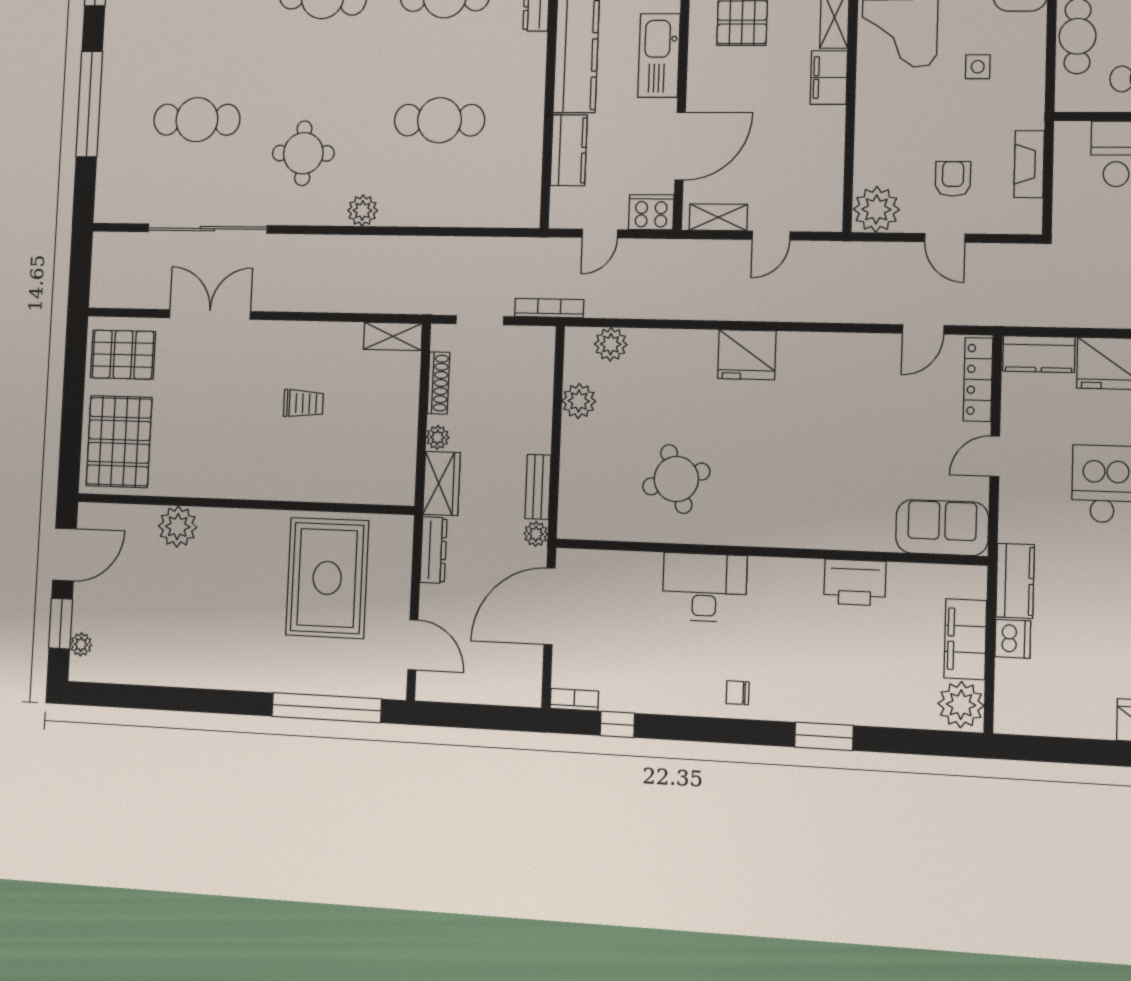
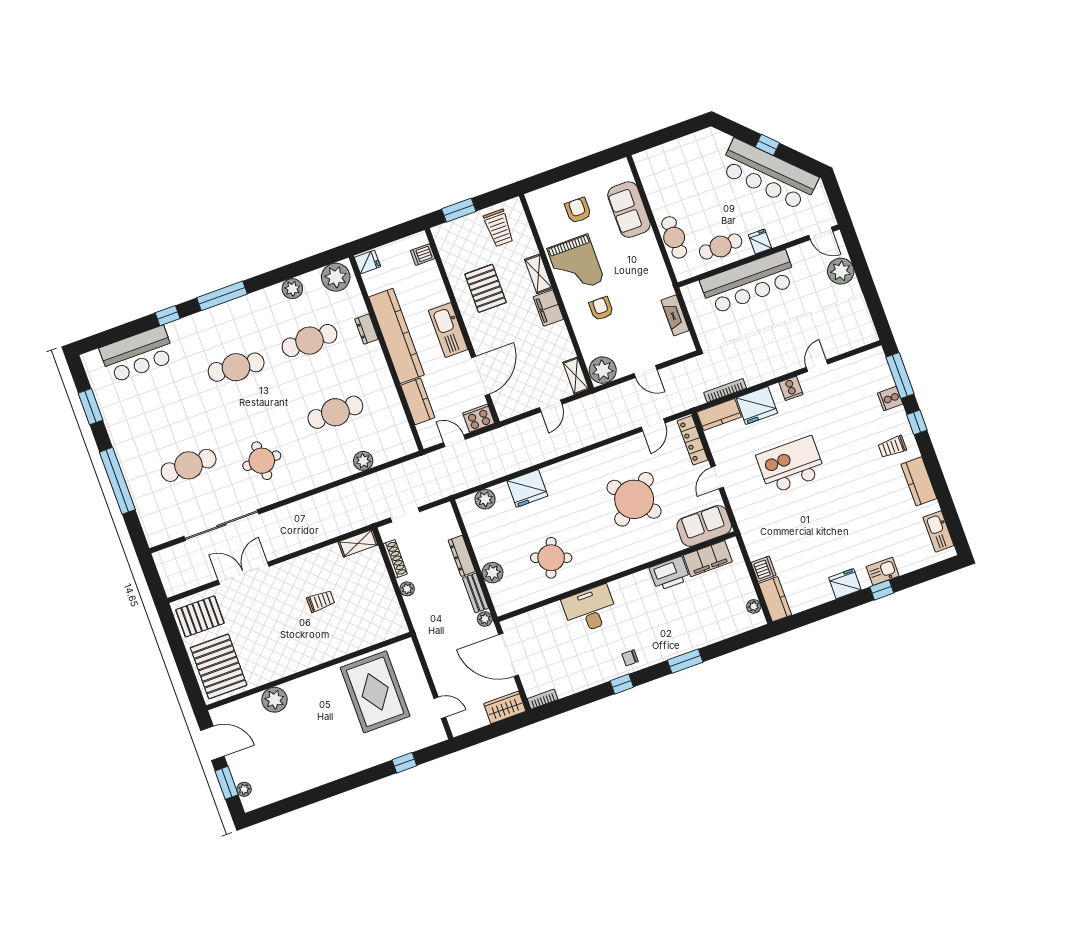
side table: (978, 67) -> (627, 273), removed
armchair: (953, 179) -> (601, 309), moved
plant: (363, 210) -> (363, 461), moved
shelving: (718, 217) -> (576, 376), moved, turned 90
door: (600, 234) -> (454, 441), swing flipped
bookcase: (549, 308) -> (725, 390), moved
fridge: (747, 355) -> (527, 488), moved
plant: (579, 401) -> (492, 573), moved
round table: (845, 438) -> (634, 499), added
round table: (676, 479) -> (551, 558), turned 38
wardrobe: (442, 483) -> (505, 707), moved, turned -90
dresser: (433, 550) -> (462, 556), moved, turned 180
door: (64, 555) -> (212, 743), hinge flipped
kitchen counter: (1015, 581) -> (775, 599), moved
door: (550, 606) -> (508, 655), hinge flipped
filing cabinet: (965, 639) -> (708, 559), moved, turned -90
door: (413, 645) -> (440, 708), width x0.73
plant: (961, 705) -> (754, 606), width x0.53, depth x0.53
window: (327, 708) -> (404, 763), width x0.32
window: (617, 724) -> (622, 684), moved

